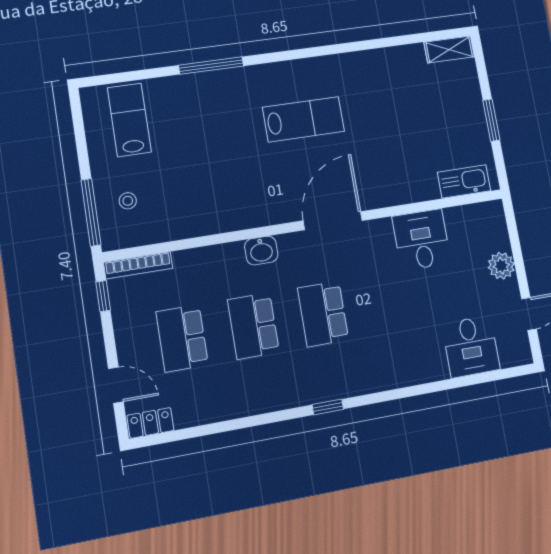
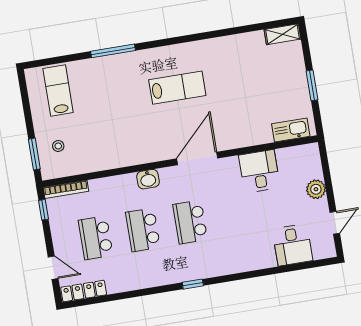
window: (91, 212) -> (34, 154), width x0.69
locker: (150, 423) -> (84, 291), width x1.53

